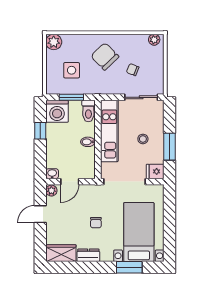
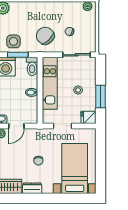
chair: (105, 56) -> (45, 36), moved
side table: (72, 70) -> (13, 41), moved
doorway: (125, 182) -> (63, 126), width x0.53
window: (129, 267) -> (67, 198), removed

